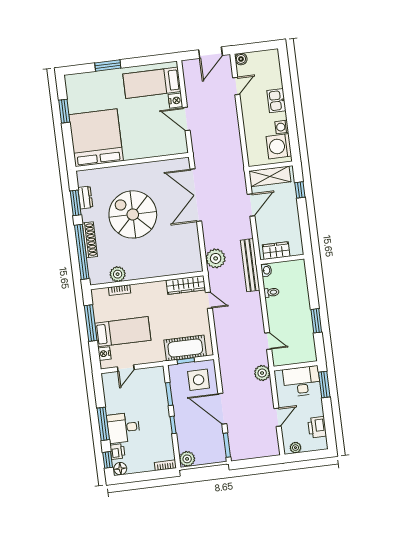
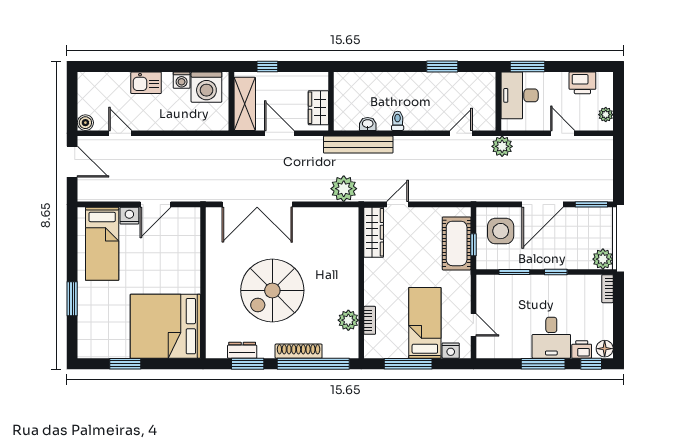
wardrobe: (276, 251) -> (318, 108), moved
wall: (282, 259) -> (331, 101), moved

